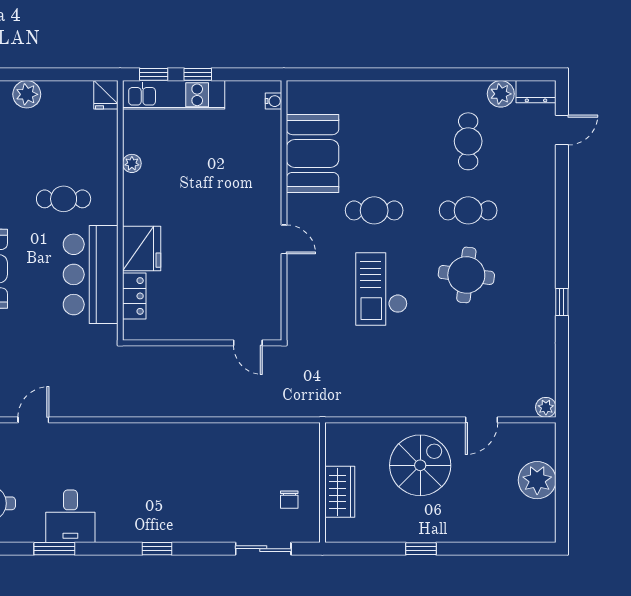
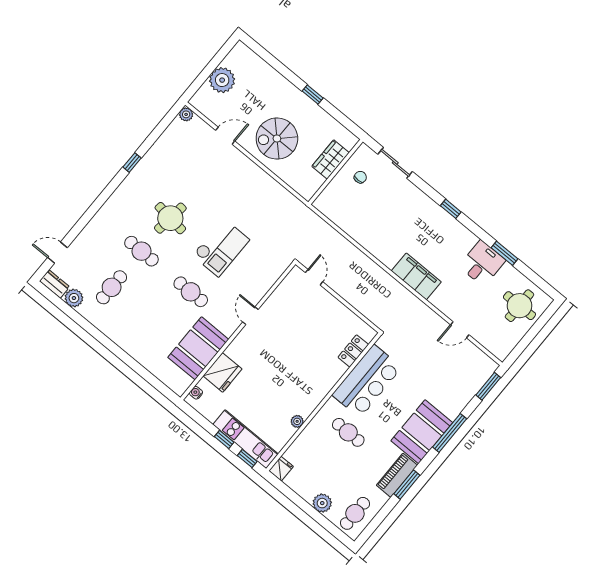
fridge: (142, 248) -> (222, 372), moved, turned 180
filing cabinet: (133, 440) -> (416, 276), added

